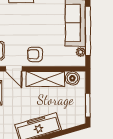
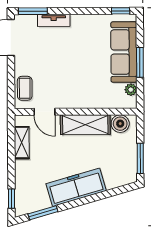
window: (88, 31) -> (140, 62), width x0.47
armchair: (35, 54) -> (72, 93), removed

